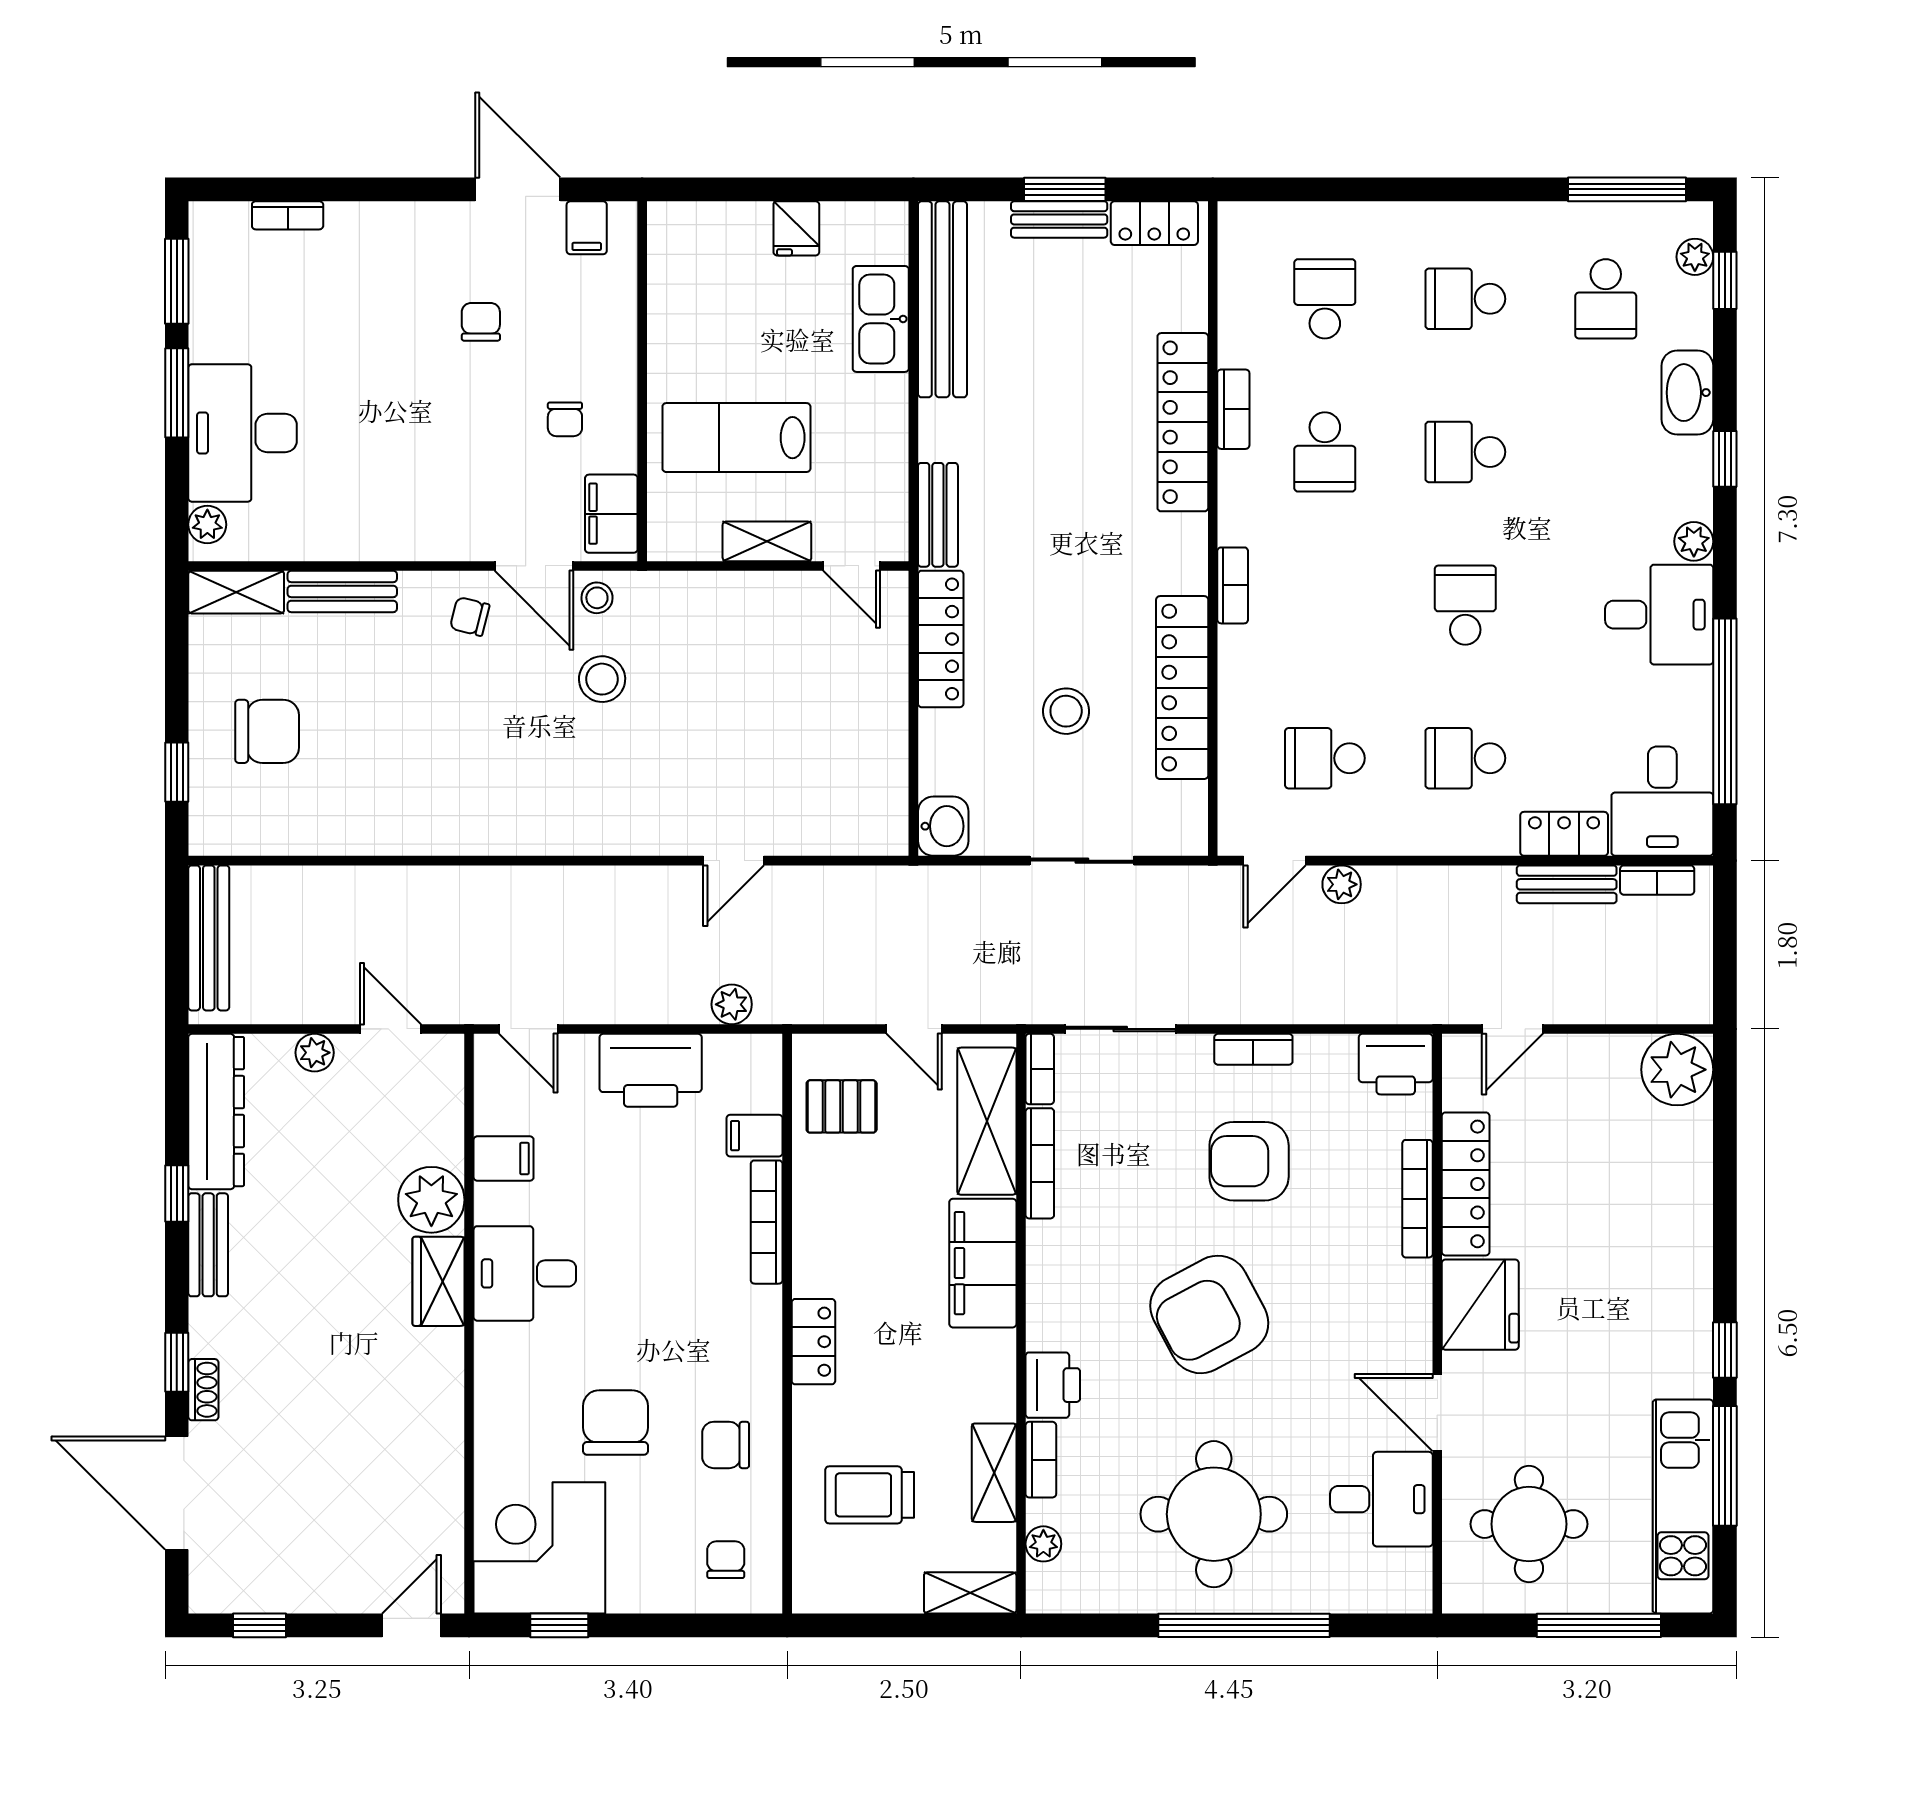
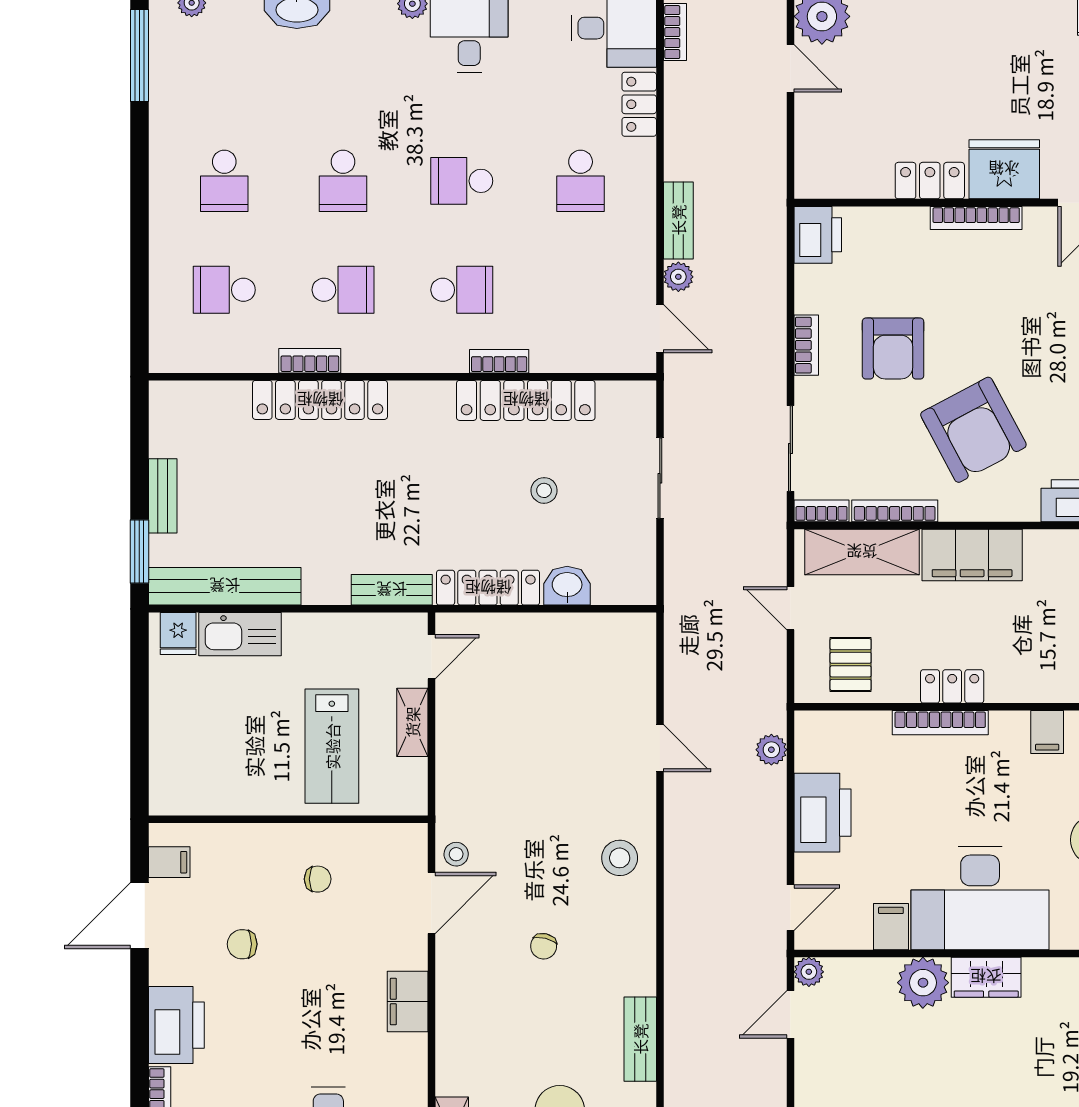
window: (1065, 189) -> (139, 552), moved
locker: (1154, 223) -> (166, 422), removed
fridge: (796, 228) -> (178, 634), moved, turned 90
printer: (377, 237) -> (176, 1025), added
school desk: (1606, 299) -> (224, 72), removed
filing cabinet: (611, 514) -> (408, 1002), moved, turned 90
bookcase: (1233, 585) -> (499, 361), moved
bench: (342, 591) -> (640, 1039), moved
chair: (470, 616) -> (544, 946), moved
stool: (602, 679) -> (620, 858), moved
stool: (1066, 711) -> (544, 490), width x0.73, depth x0.73
school desk: (1325, 758) -> (462, 290), moved, turned -90
washbasin: (943, 826) -> (567, 586), moved
bench: (1567, 884) -> (678, 220), moved
door: (914, 1029) -> (790, 608), swing flipped
door: (1512, 1029) -> (790, 68), moved
plant: (315, 1053) -> (809, 972), moved
filing cabinet: (755, 1136) -> (1047, 732), moved
locker: (1466, 1184) -> (930, 181), width x0.66
bookcase: (1417, 1199) -> (976, 218), moved
desk: (525, 1273) -> (980, 898), width x1.87, depth x1.30
armchair: (1209, 1314) -> (973, 430), moved
locker: (813, 1342) -> (952, 686), moved

